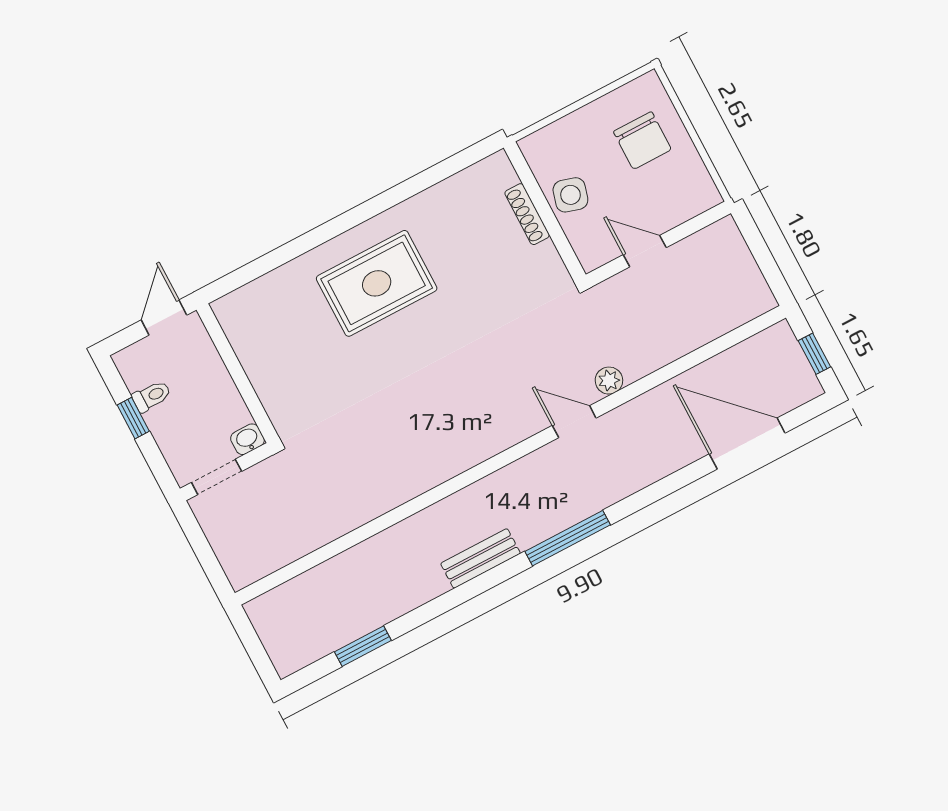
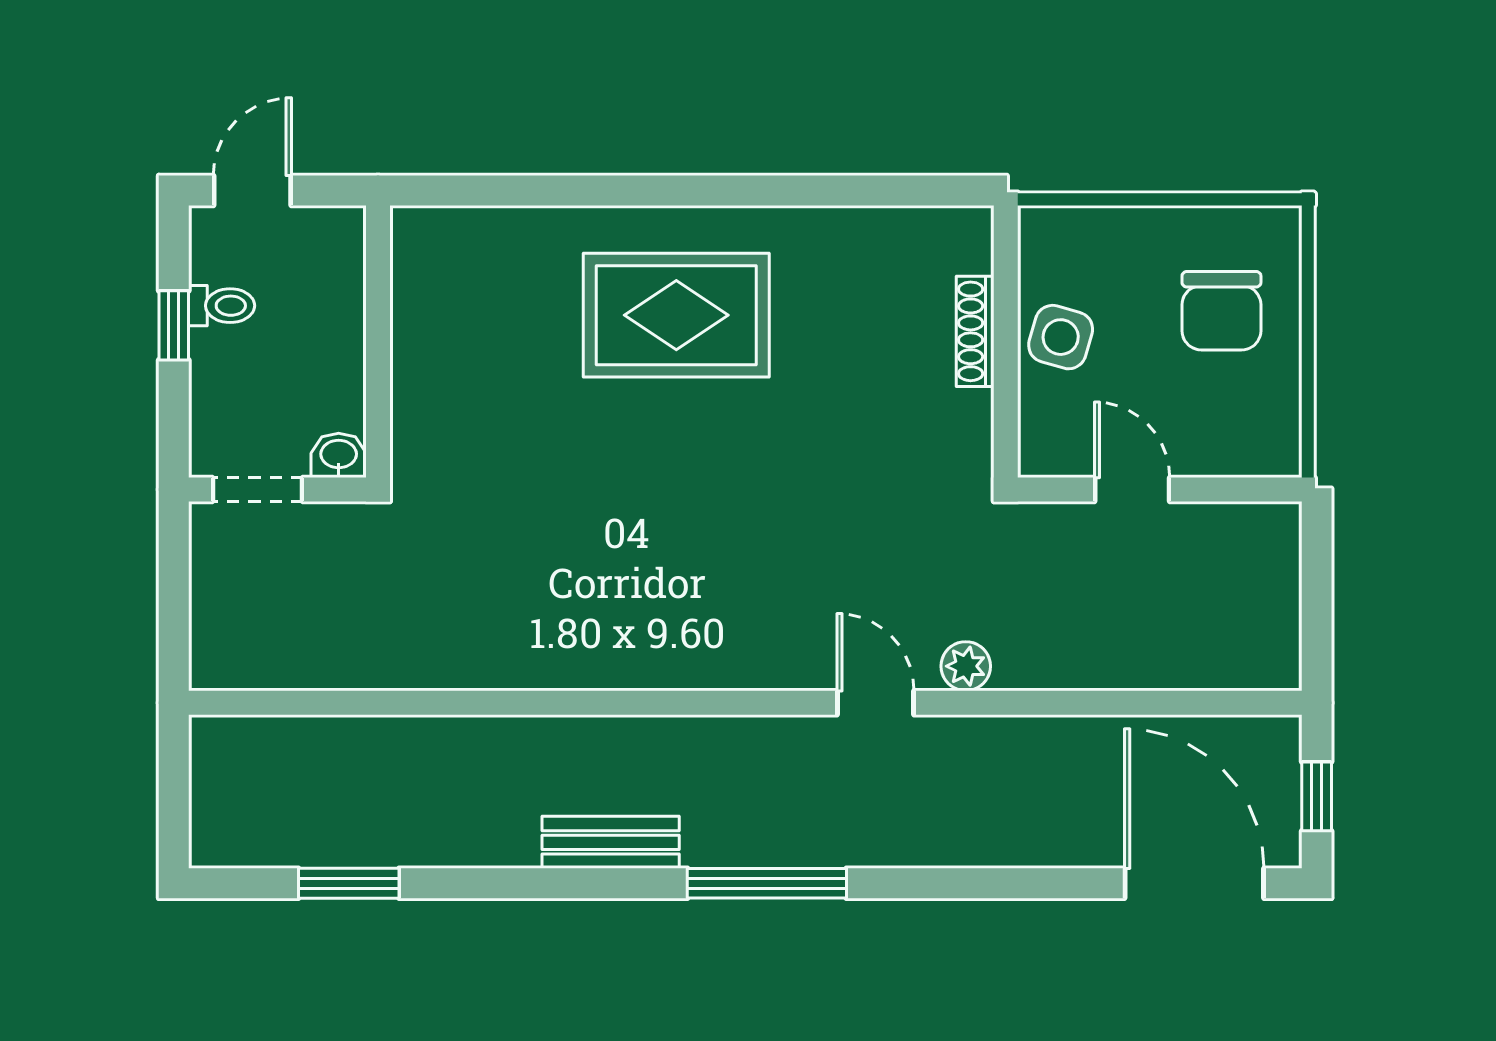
door: (164, 317) -> (252, 190), moved
door: (747, 444) -> (1194, 883), moved

